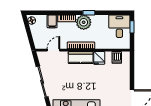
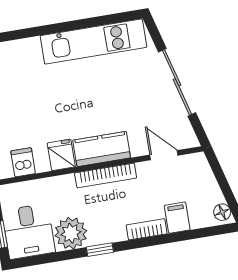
plant: (84, 22) -> (71, 233), moved
door: (53, 50) -> (164, 155), swing flipped

